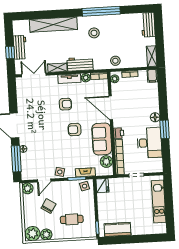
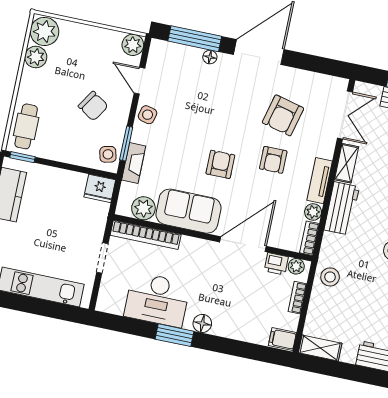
armchair: (42, 105) -> (283, 115), added
printer: (119, 133) -> (276, 264), moved
chair: (49, 206) -> (93, 106), moved
cafe table: (72, 219) -> (26, 126), moved

